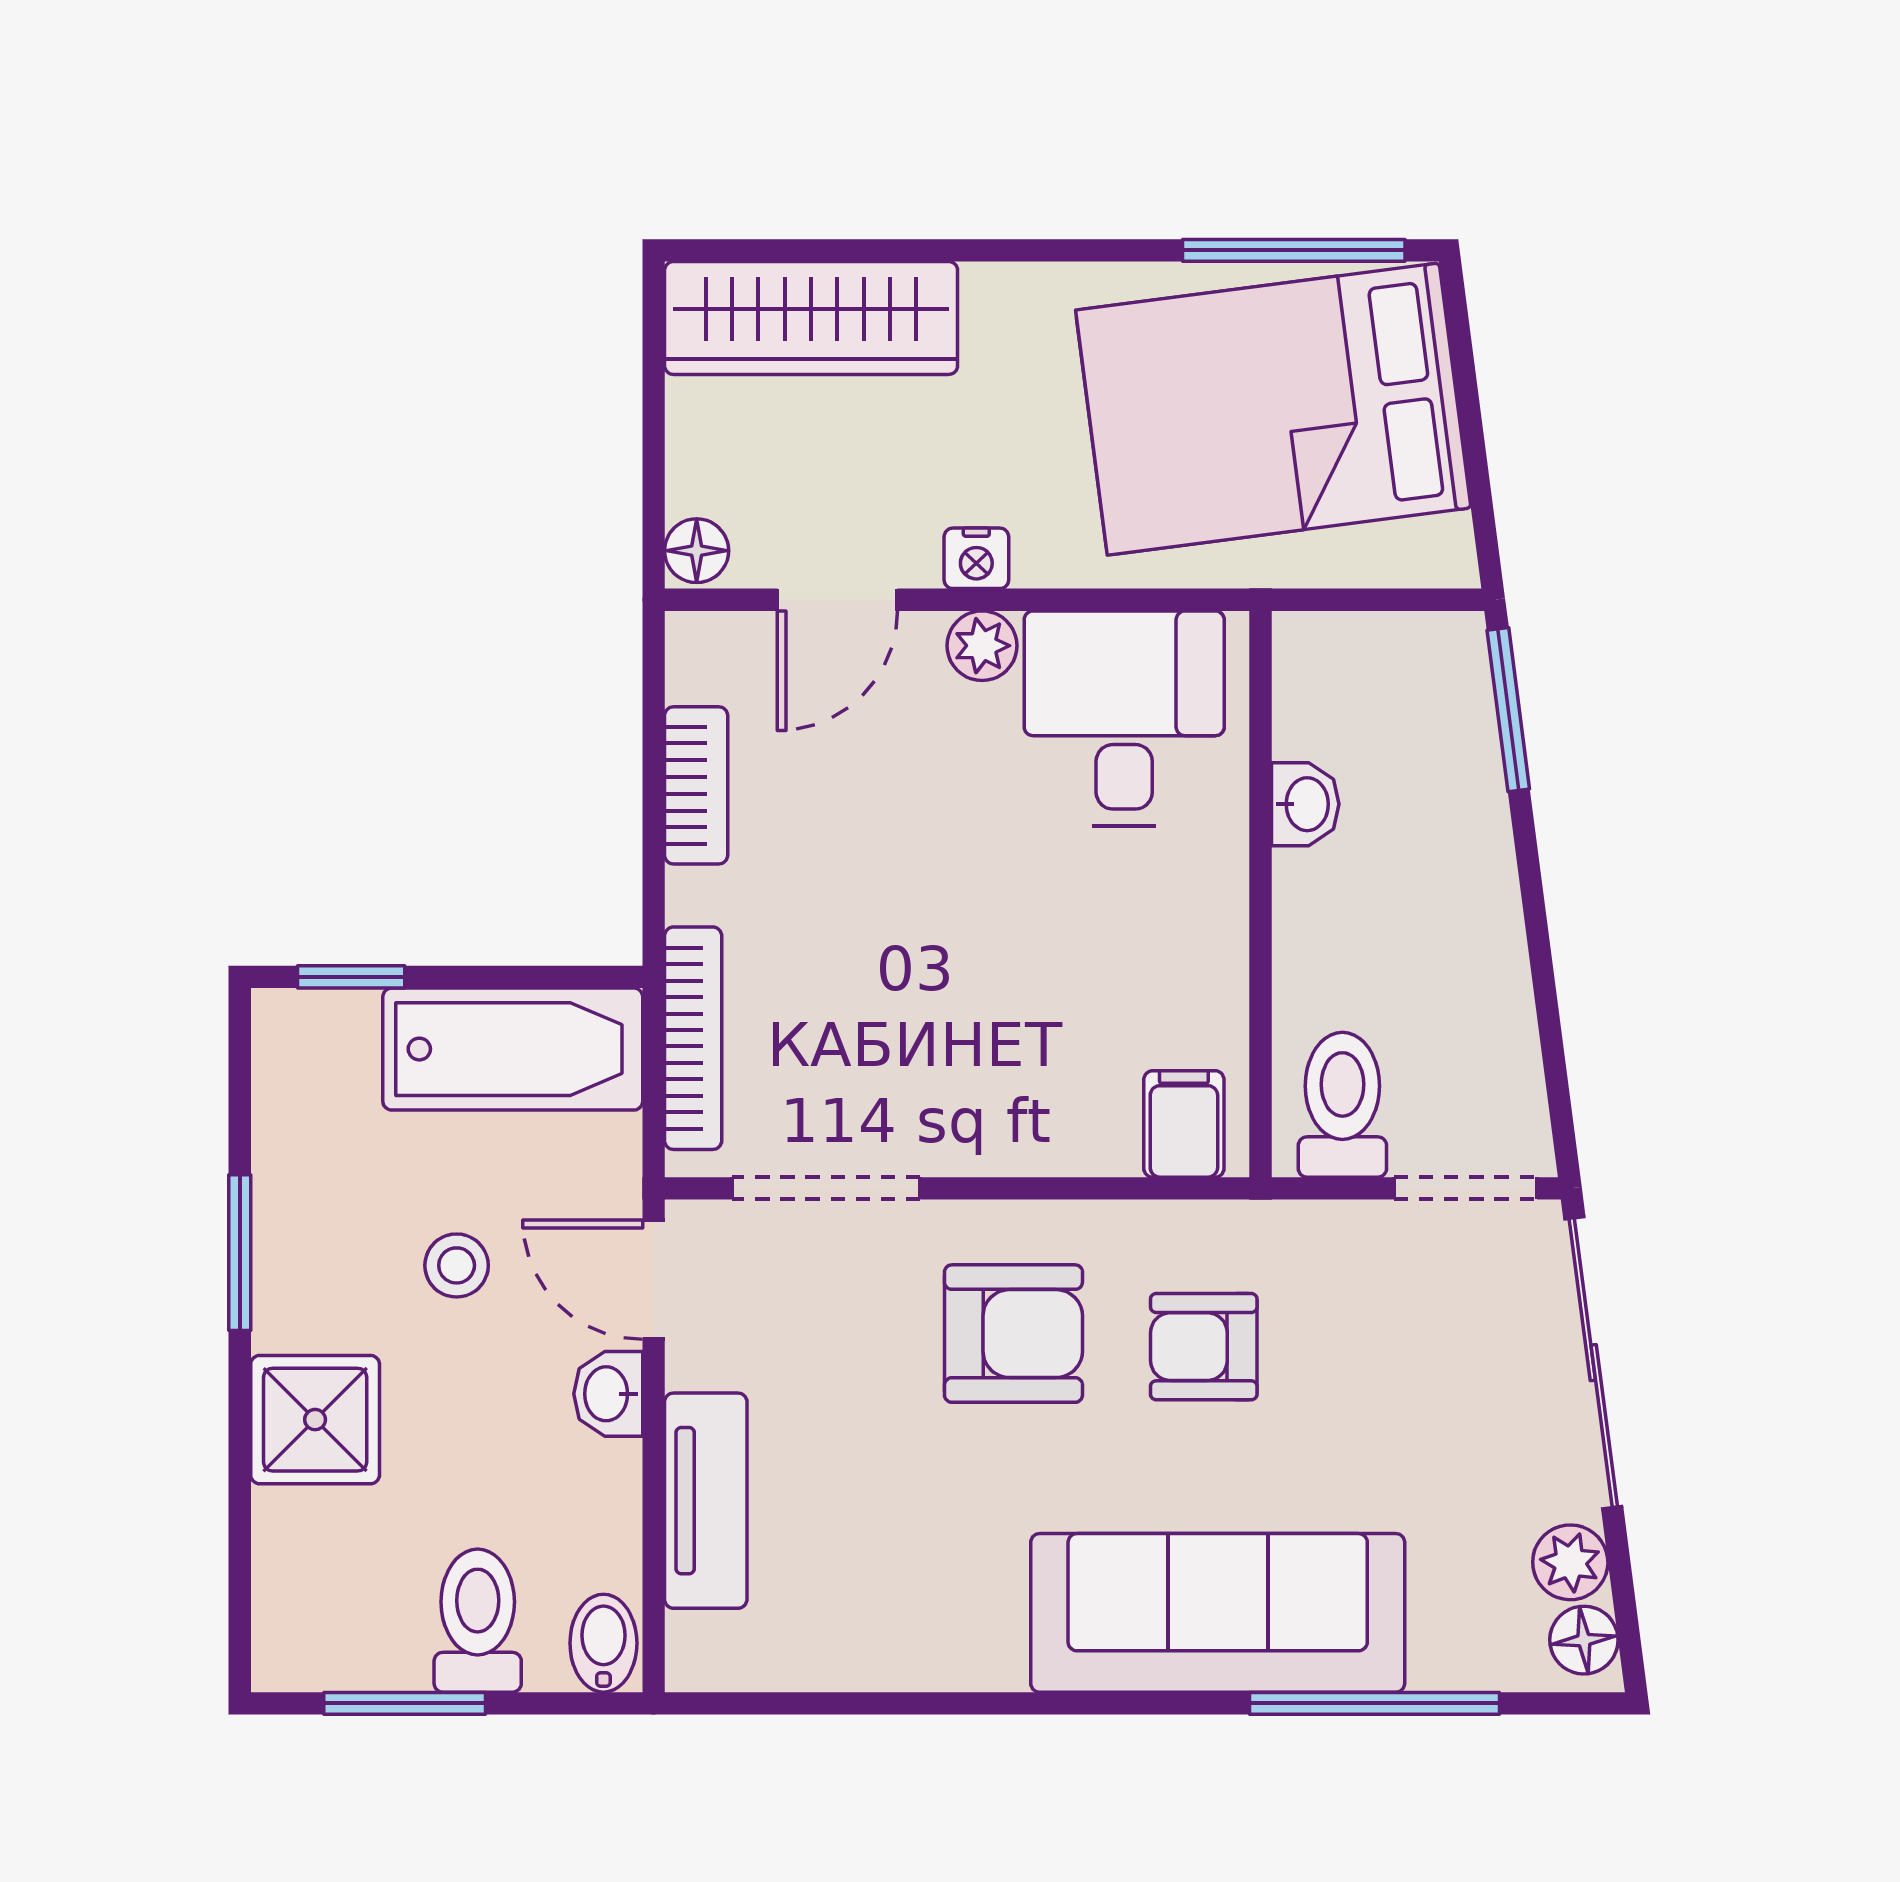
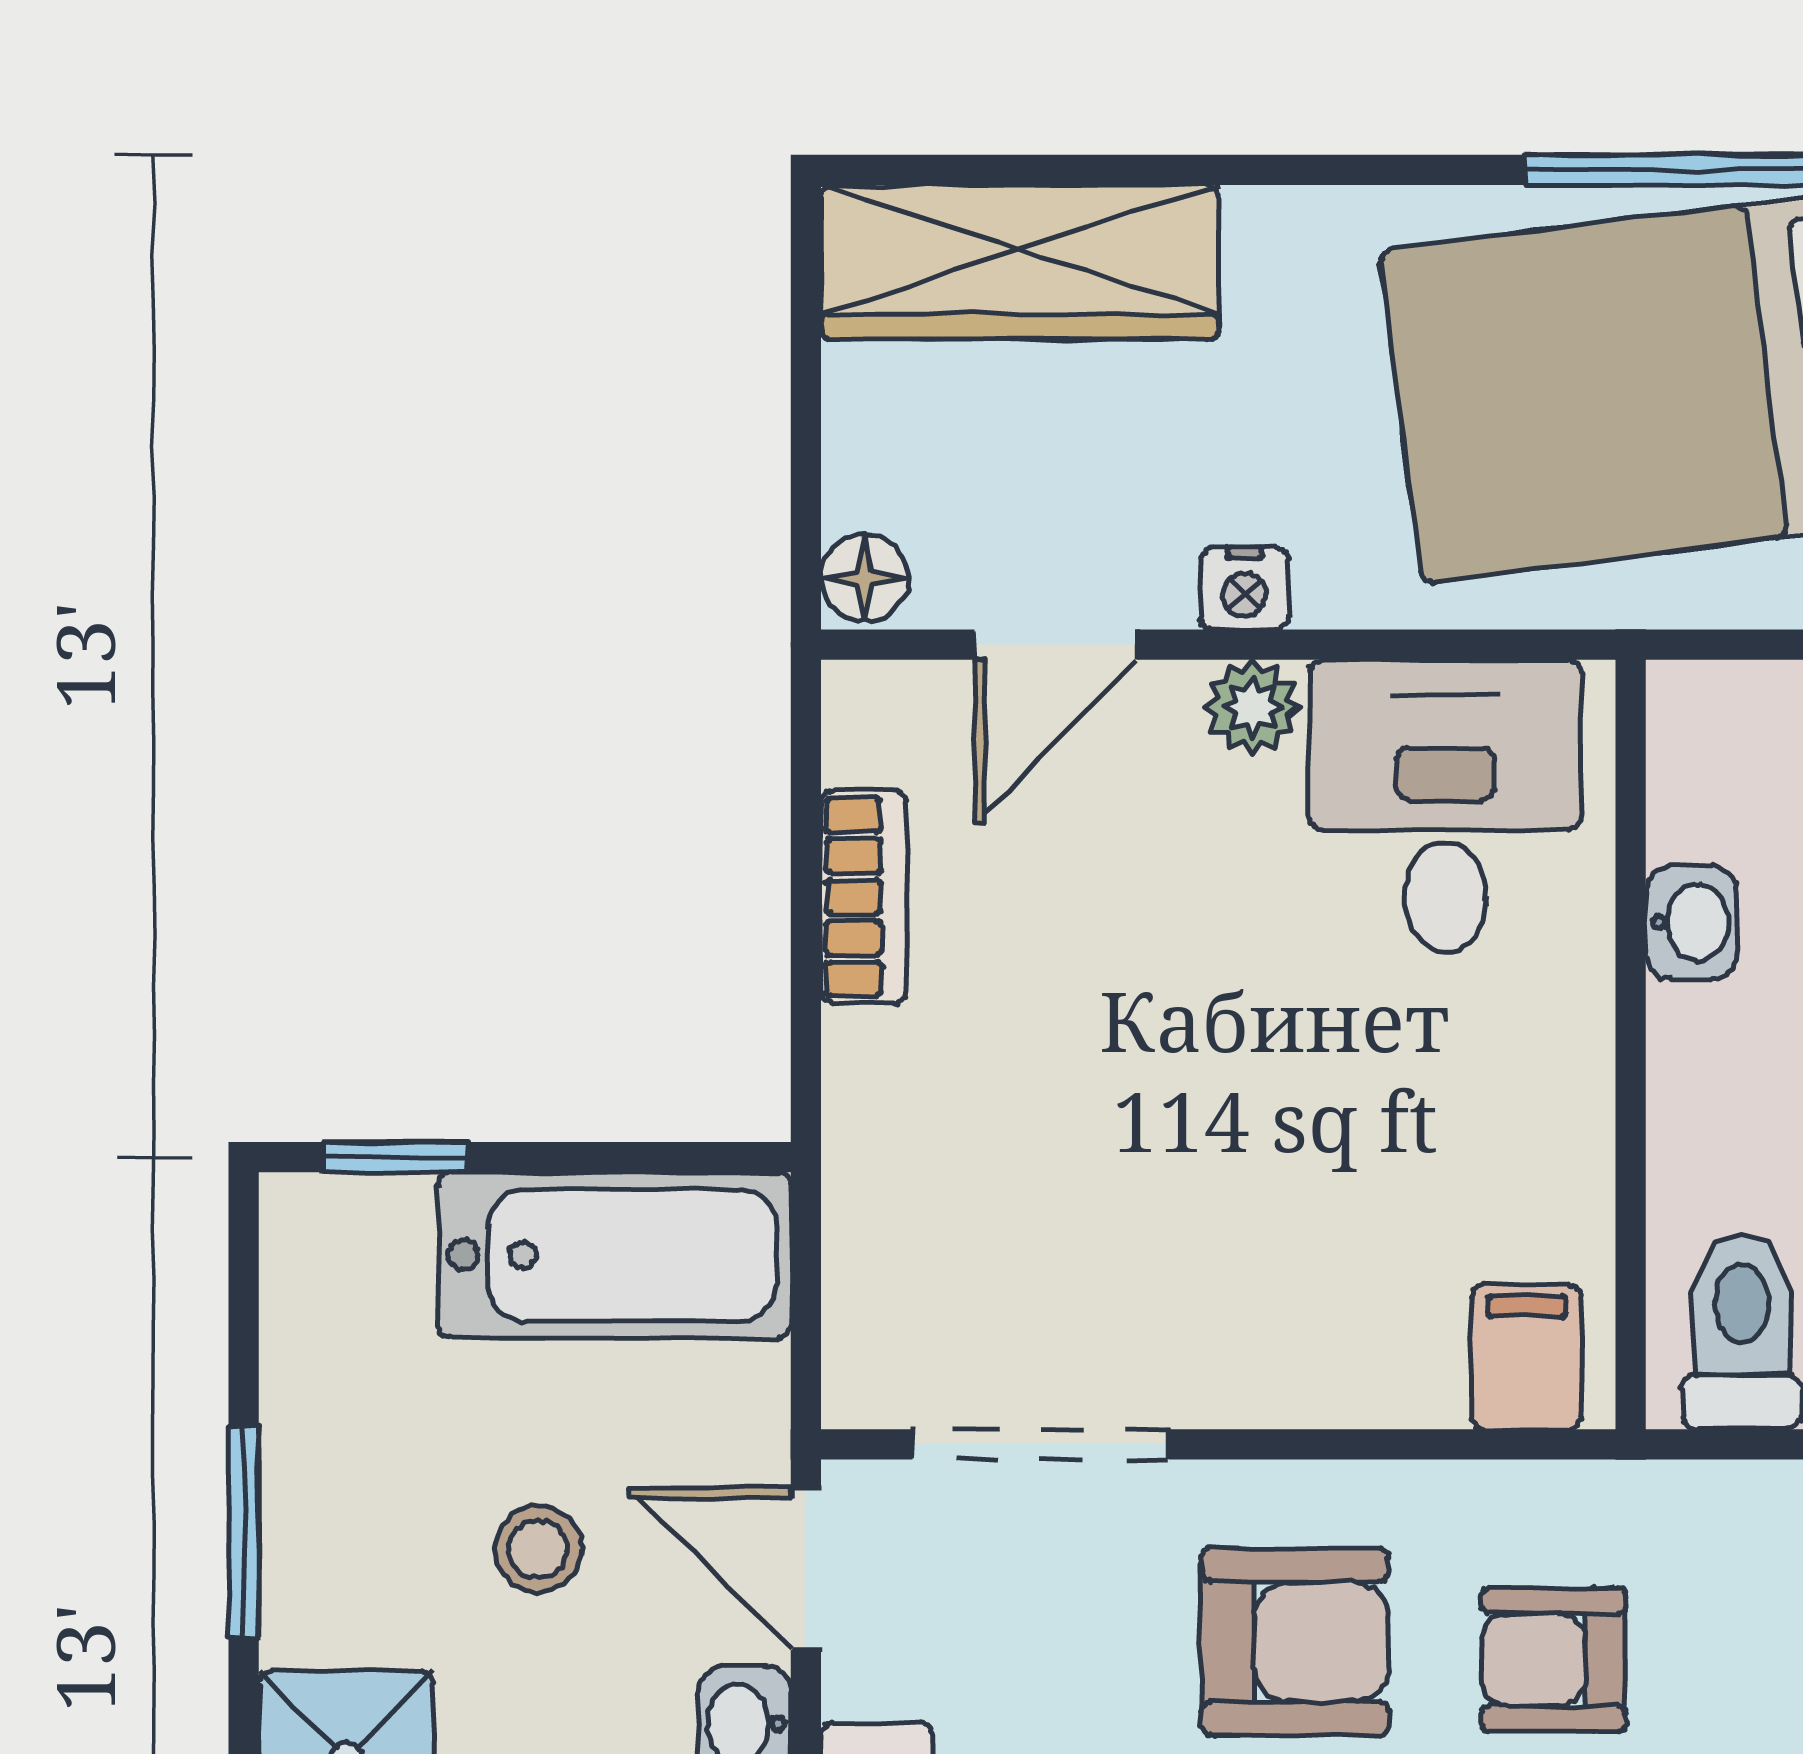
bookcase: (693, 1038) -> (860, 1240), removed

